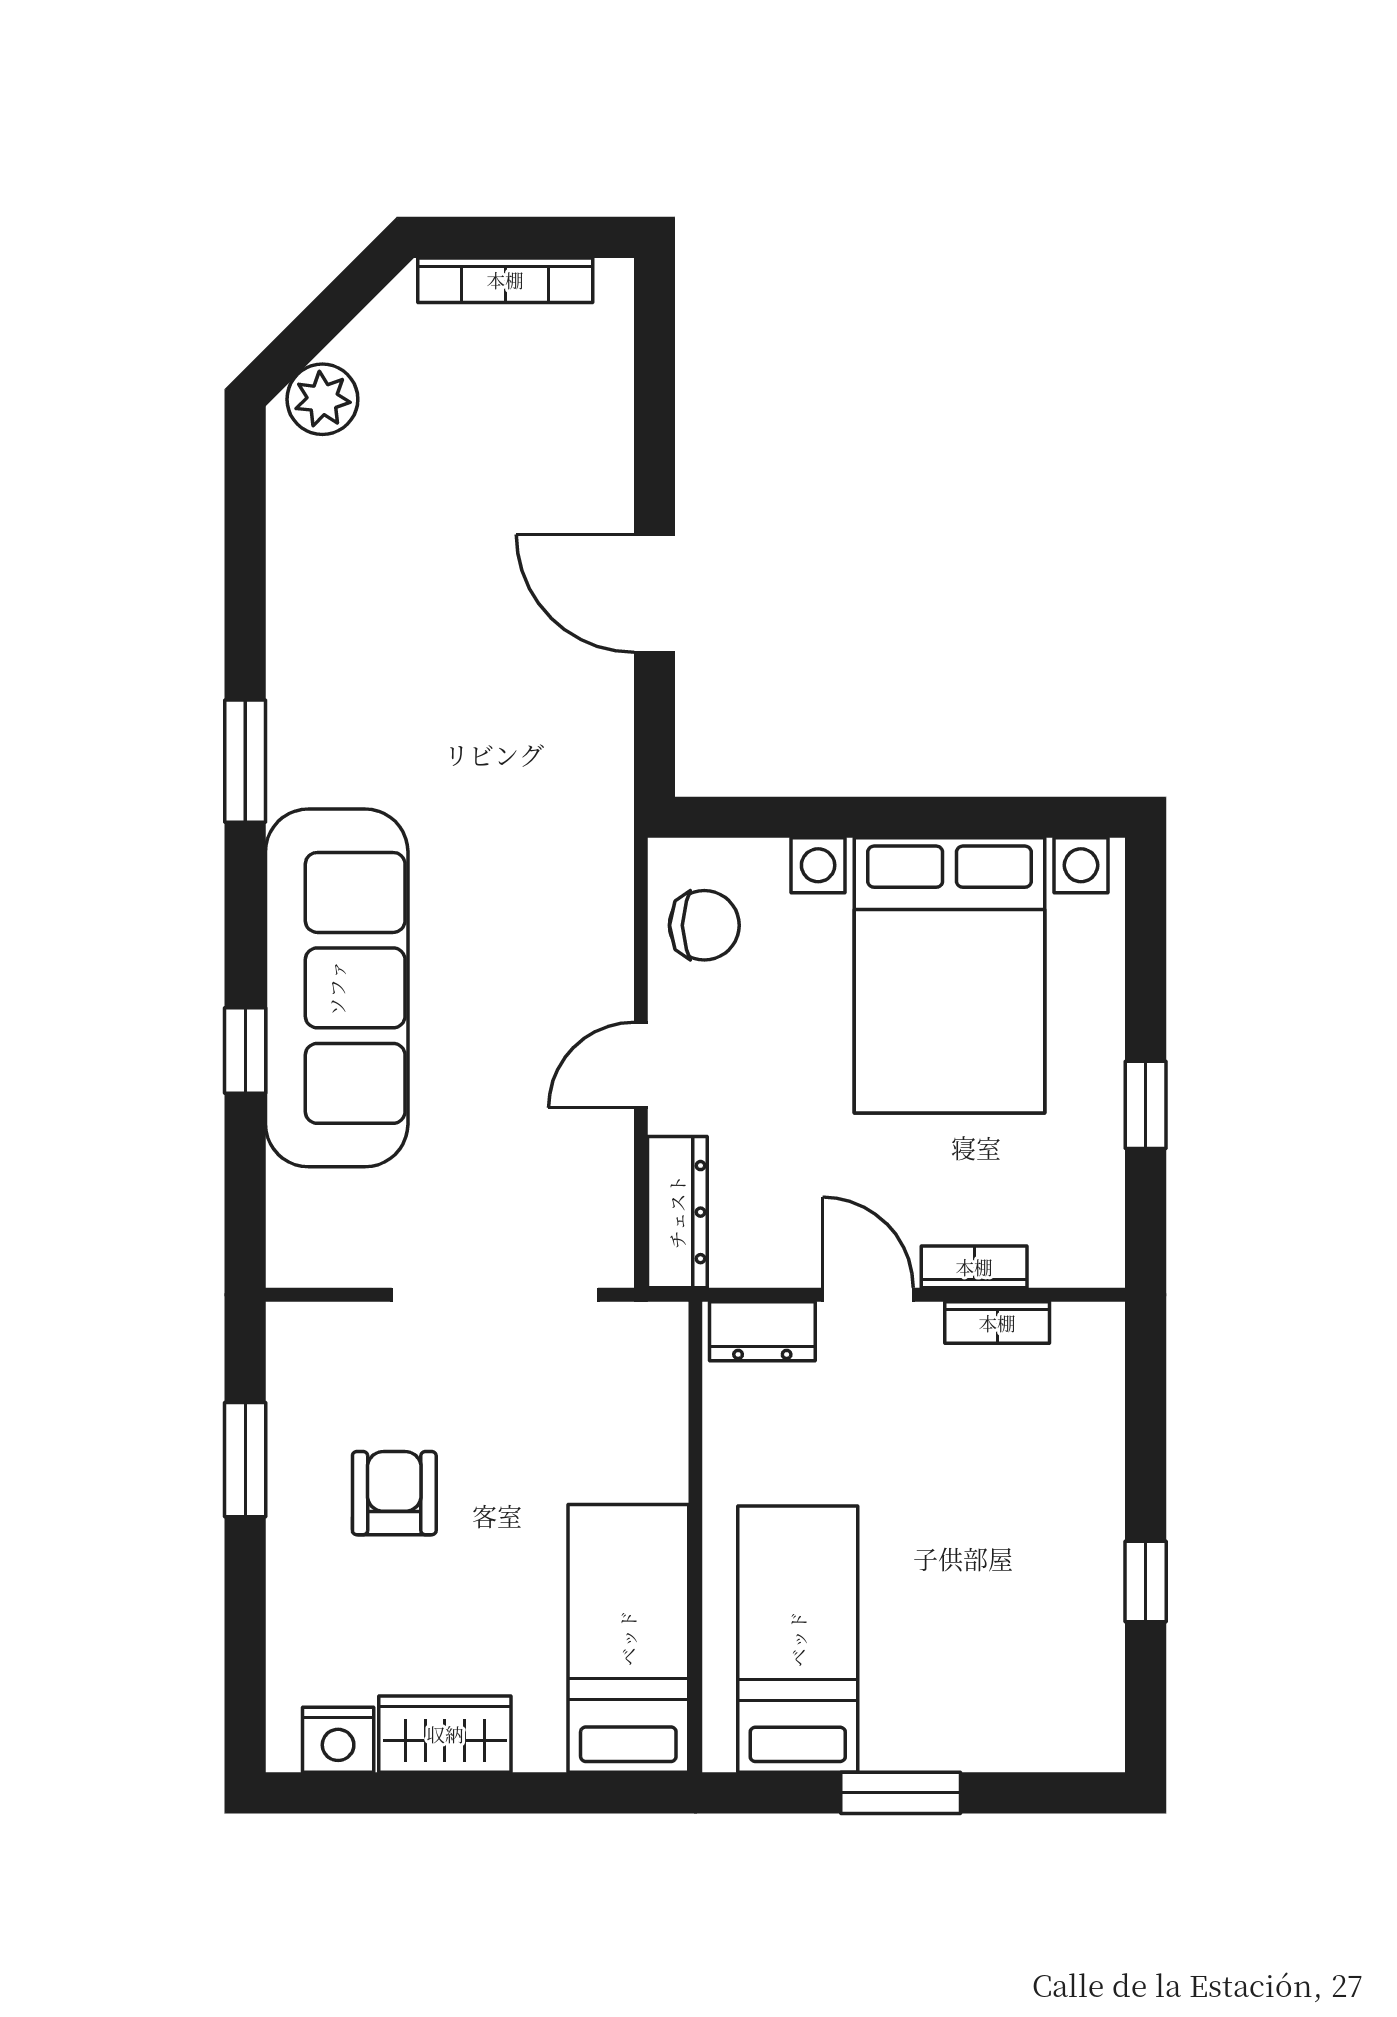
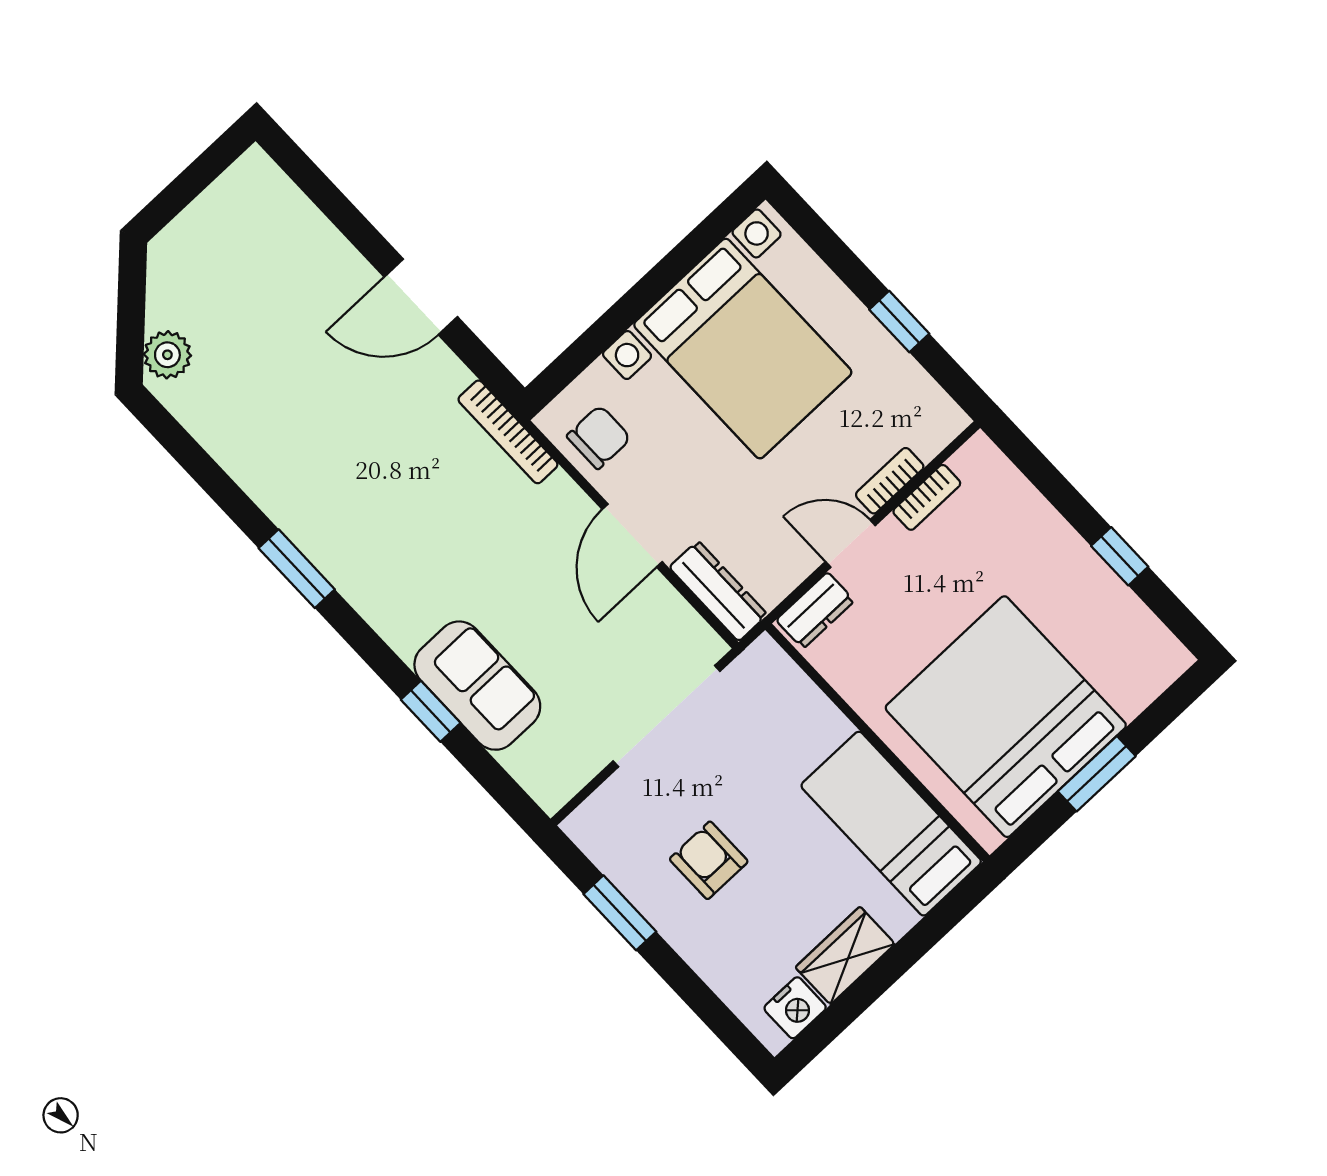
bookcase: (505, 280) -> (508, 432), moved, turned 90
sofa: (337, 988) -> (477, 686), width x0.54, depth x0.79
door: (641, 1065) -> (632, 535), width x1.38
bed: (798, 1639) -> (1006, 717), width x2.04

